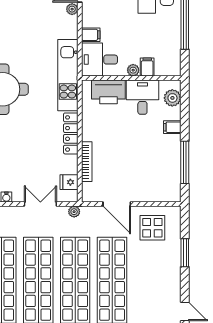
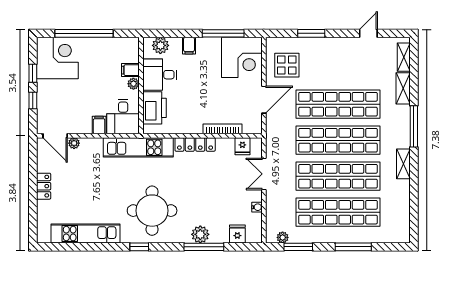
corner desk: (160, 182) -> (242, 57), added
plant: (74, 212) -> (271, 141), removed

